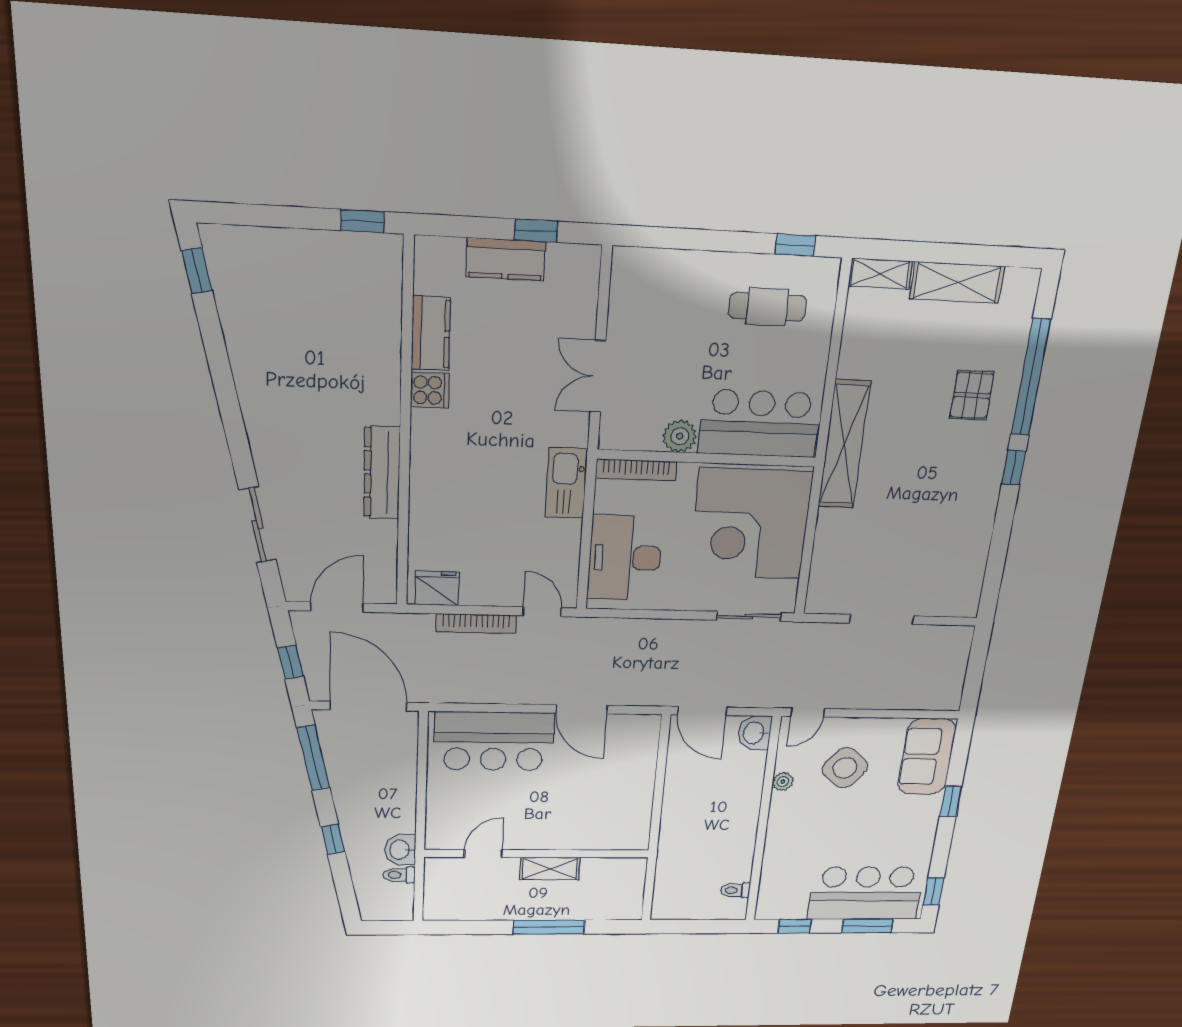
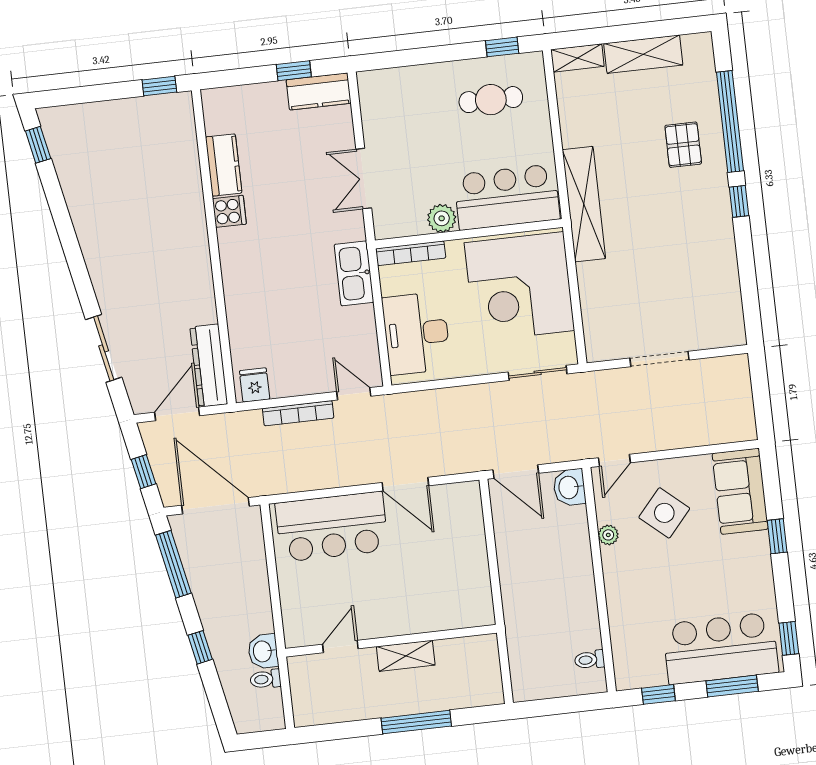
kitchen counter: (506, 259) -> (319, 91), moved
dresser: (382, 473) -> (209, 366), moved
fridge: (437, 588) -> (255, 385), width x0.72

